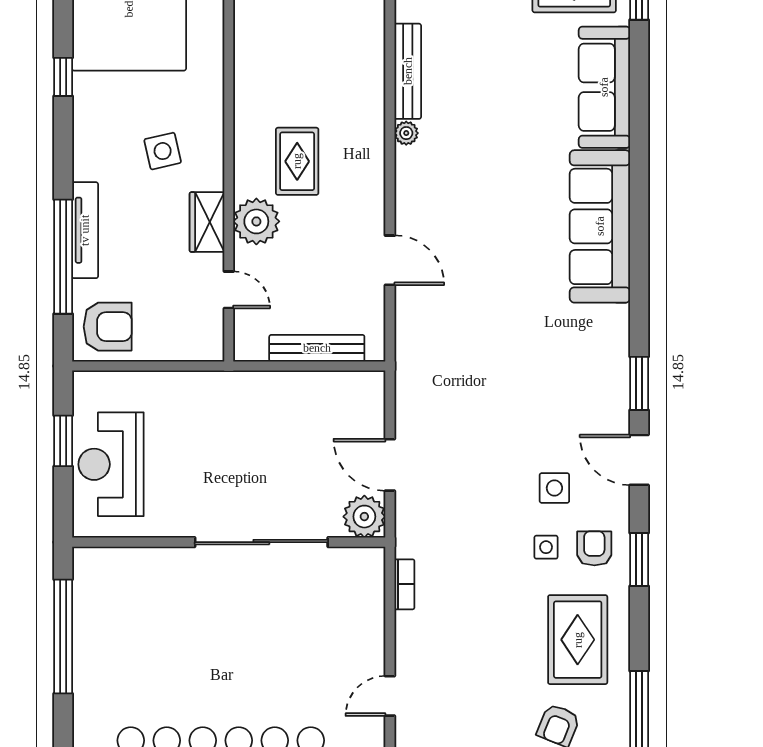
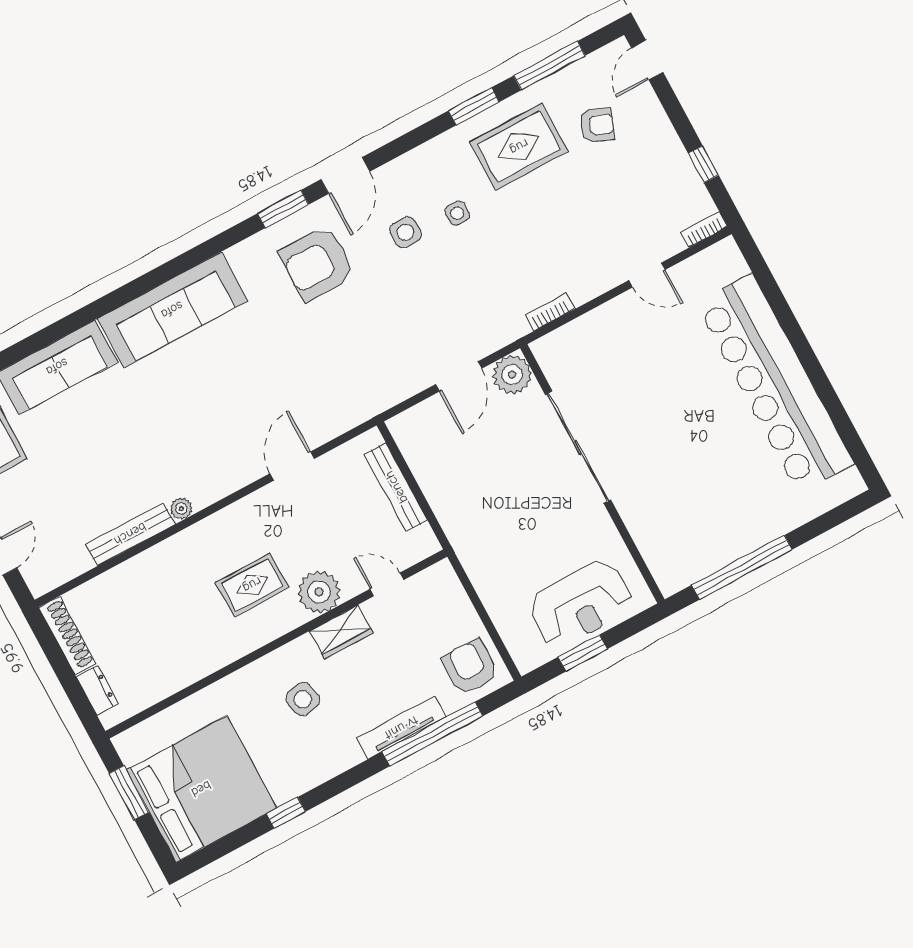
door: (229, 290) -> (387, 584), hinge flipped
armchair: (594, 548) -> (317, 264), moved, width x1.88, depth x1.88
window: (639, 559) -> (474, 106), moved

